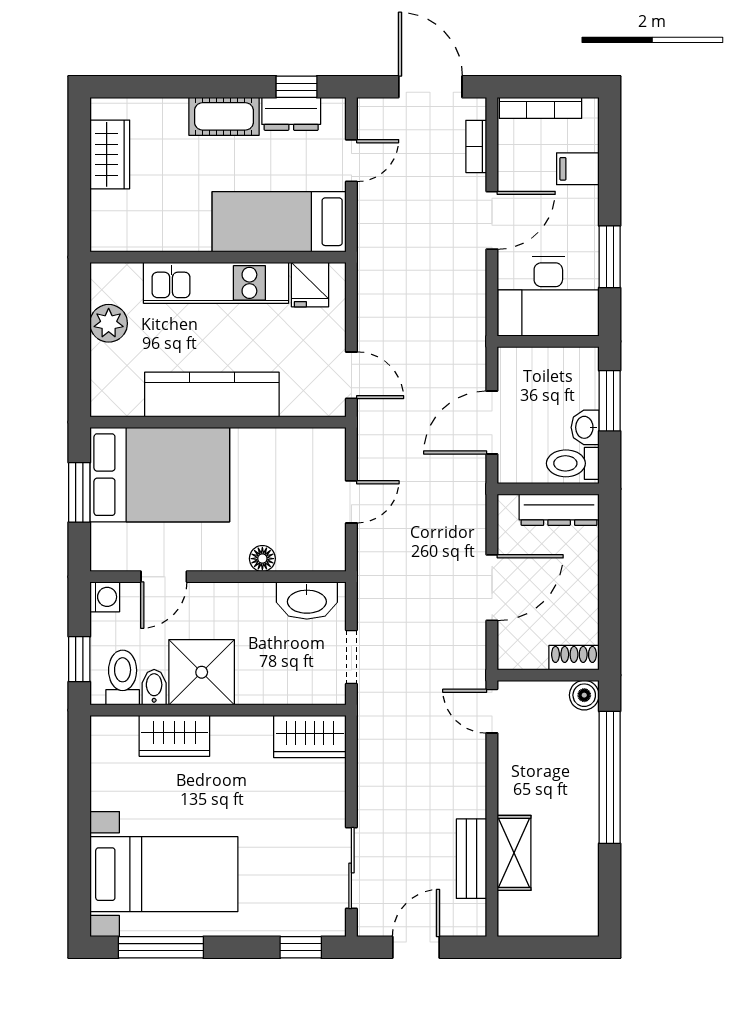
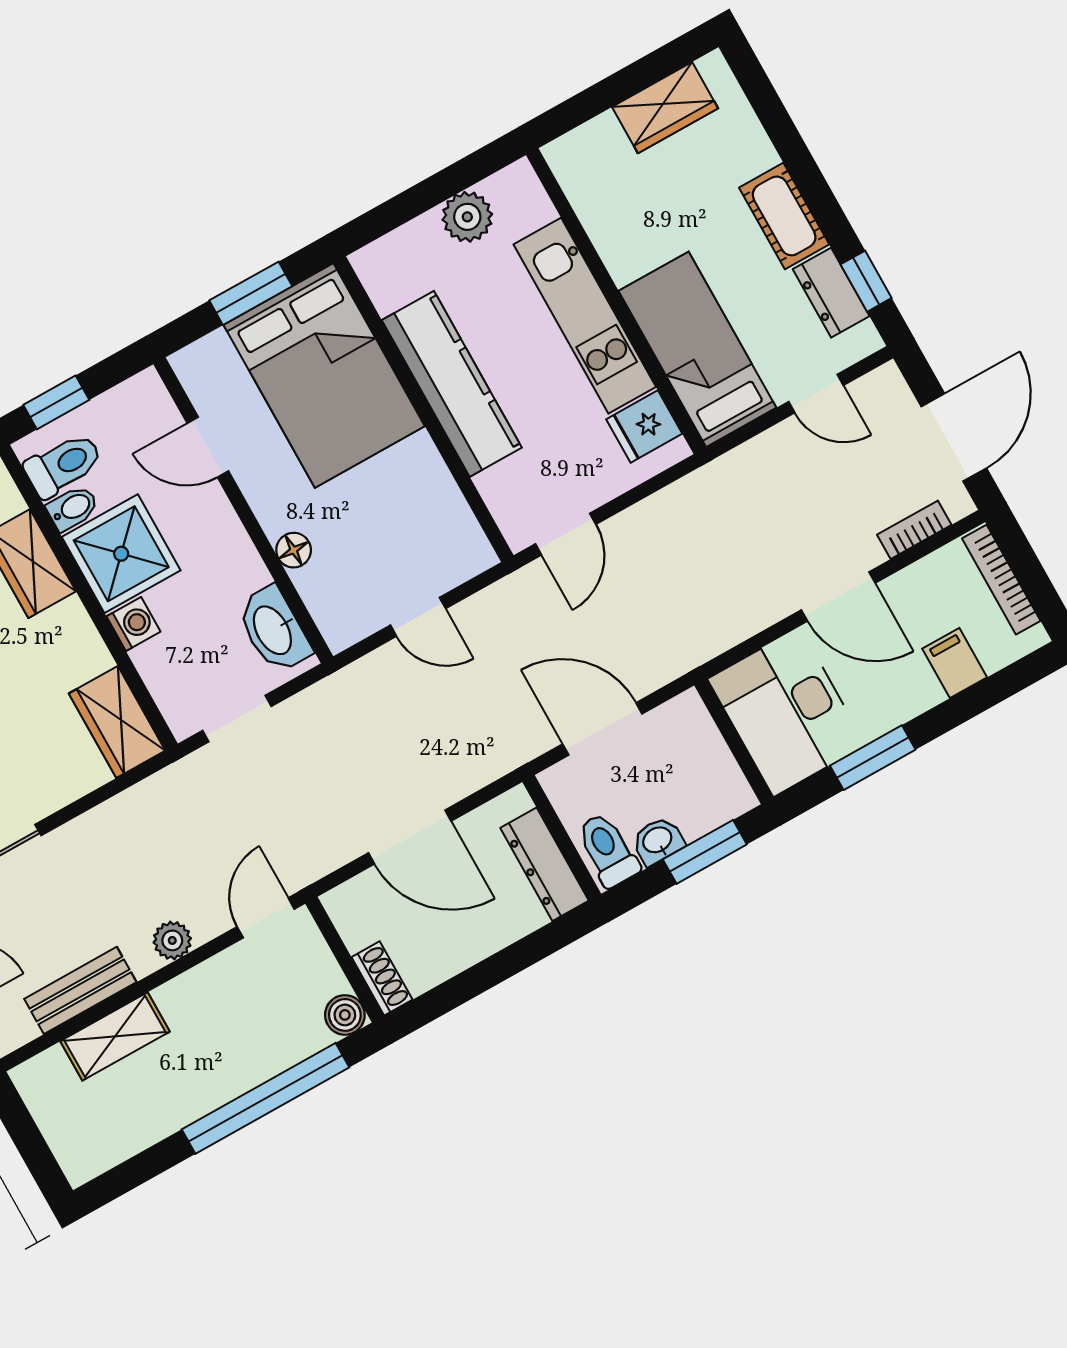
washing machine: (105, 597) -> (133, 624), moved, turned -90
plant: (472, 780) -> (172, 940), added

